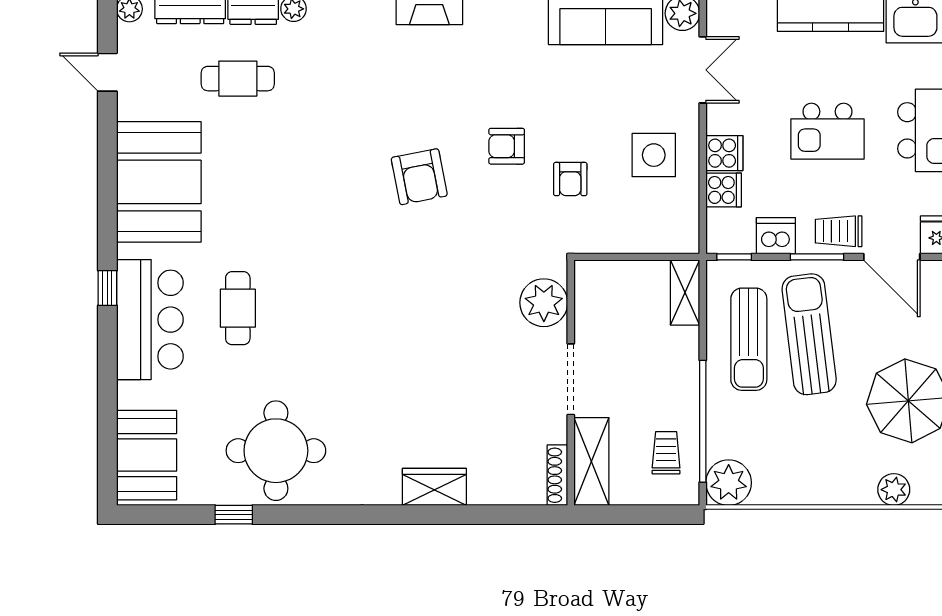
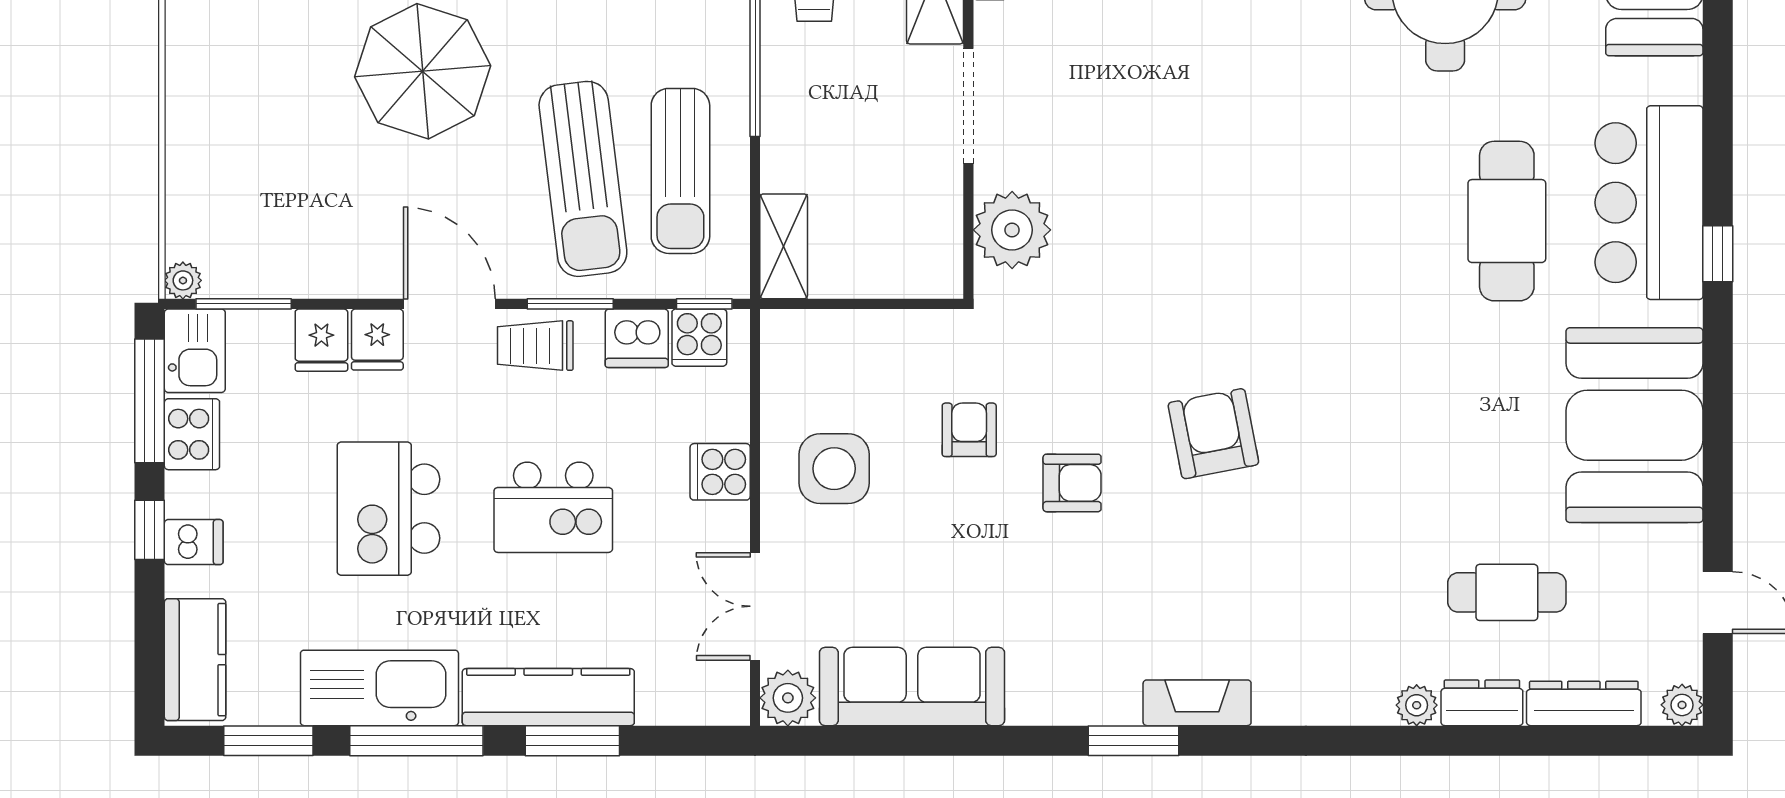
kitchen island: (827, 131) -> (553, 507), turned 180
cooker: (724, 190) -> (699, 338), moved, turned -90
trolley: (839, 231) -> (535, 346), turned 180
cafe table: (238, 308) -> (1507, 221), width x1.37, depth x1.35
sun lounger: (749, 339) -> (680, 171), turned 180

